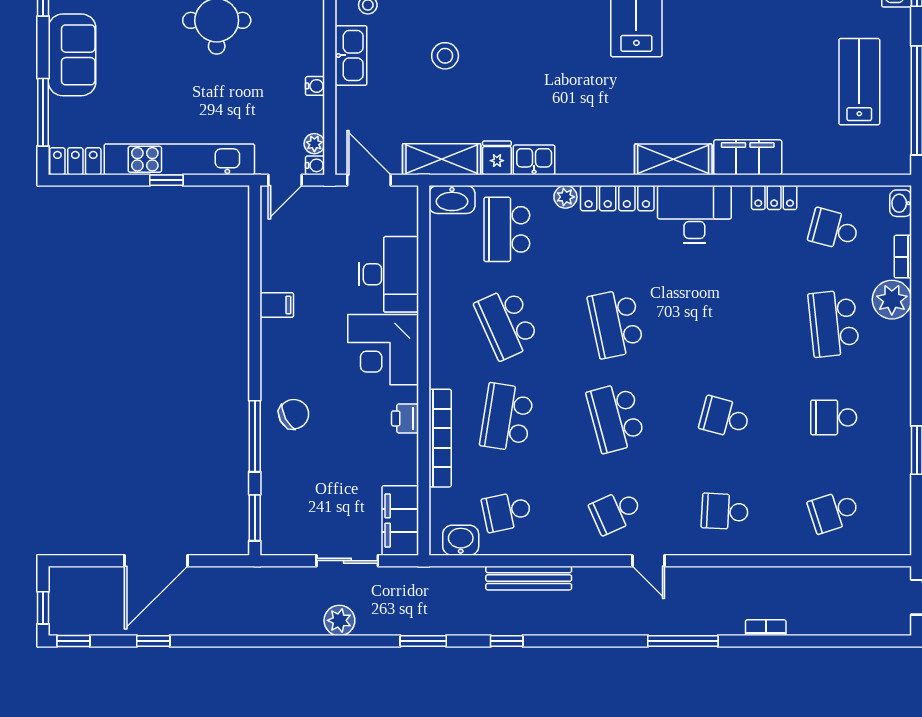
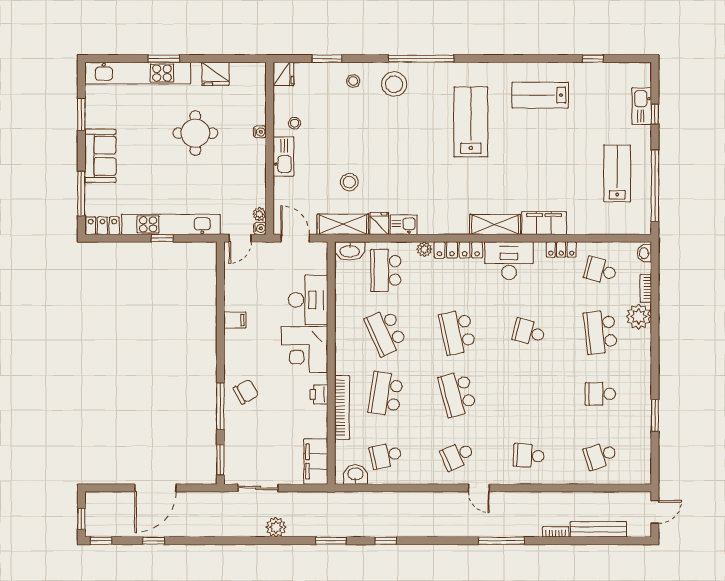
stool: (445, 56) -> (349, 182), moved
water cooler: (315, 86) -> (260, 132), moved
school desk: (725, 417) -> (529, 332), moved
sliding door: (347, 561) -> (258, 488), moved
bench: (529, 578) -> (598, 529), moved

